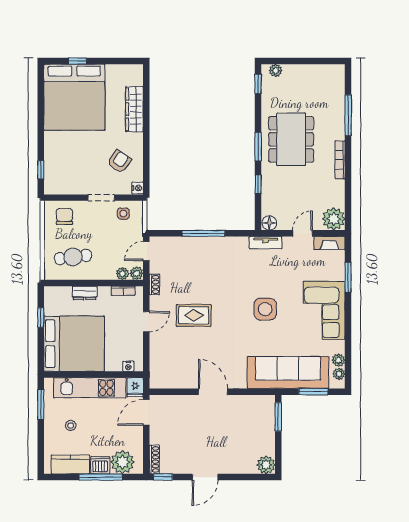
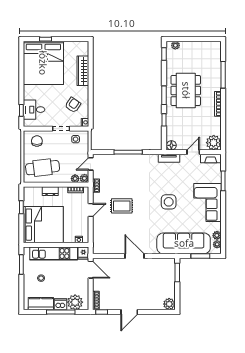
desk: (60, 169) -> (34, 110), added
cafe table: (73, 257) -> (43, 168), width x1.37, depth x1.35
door: (146, 412) -> (91, 270), swing flipped

